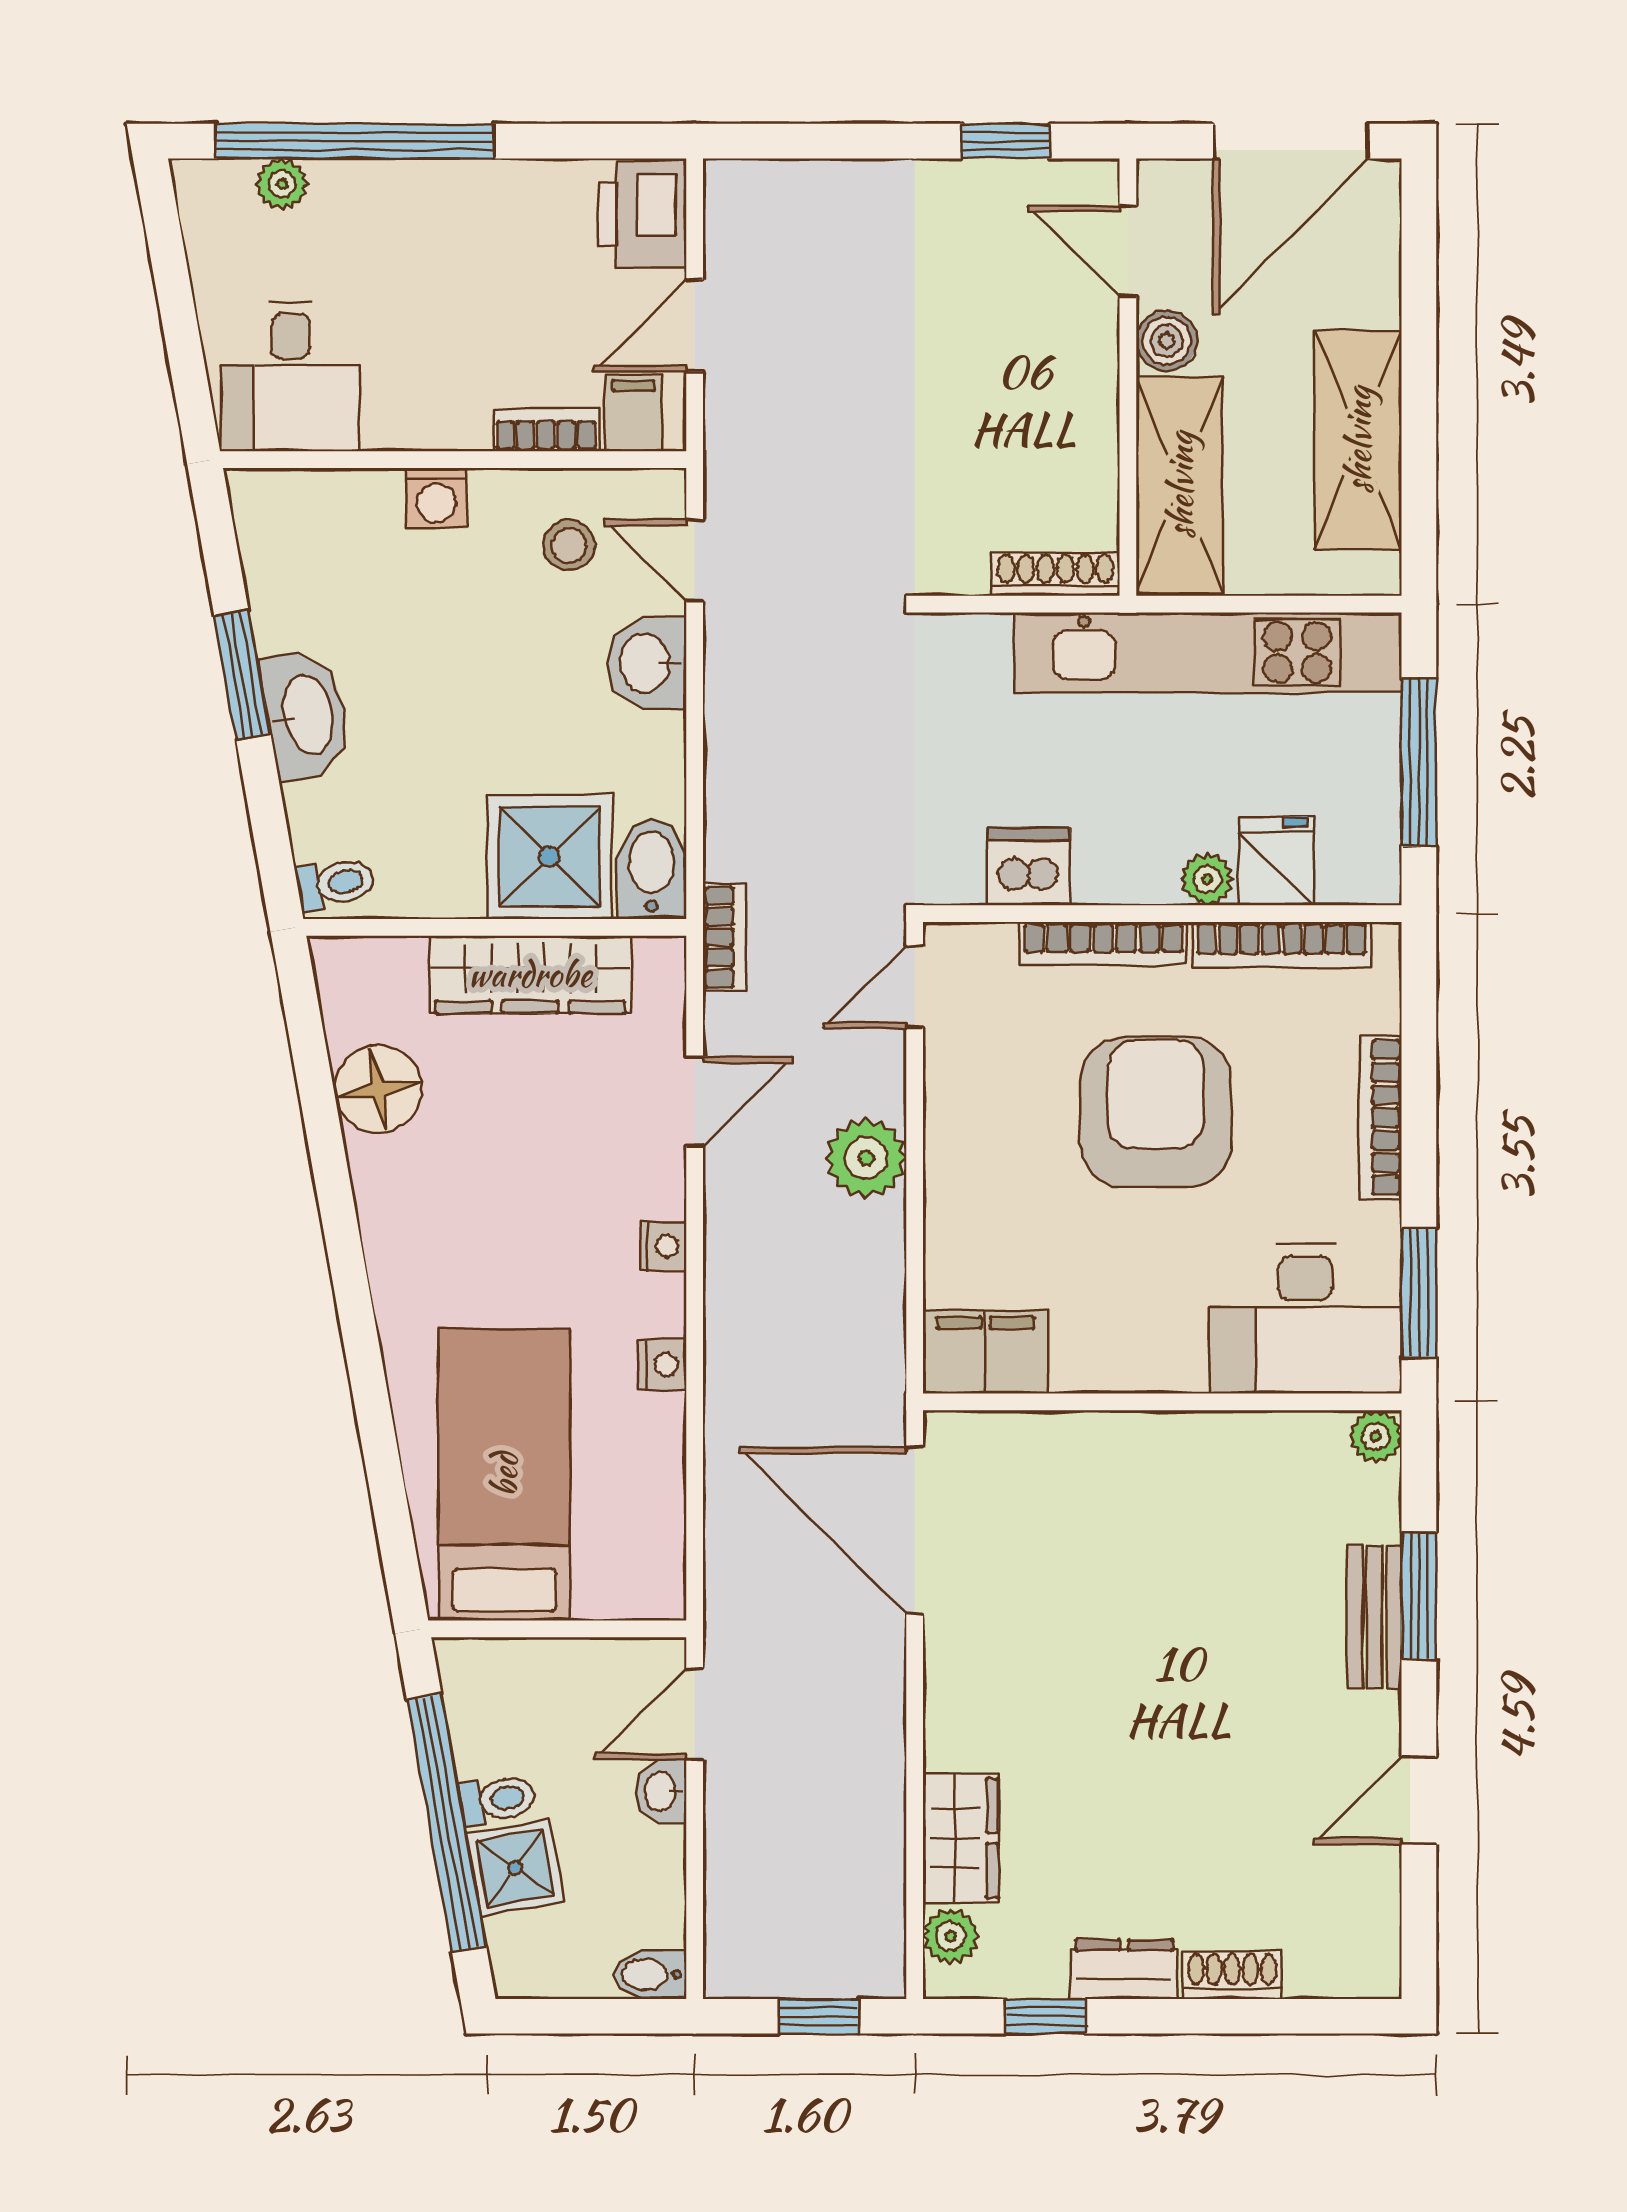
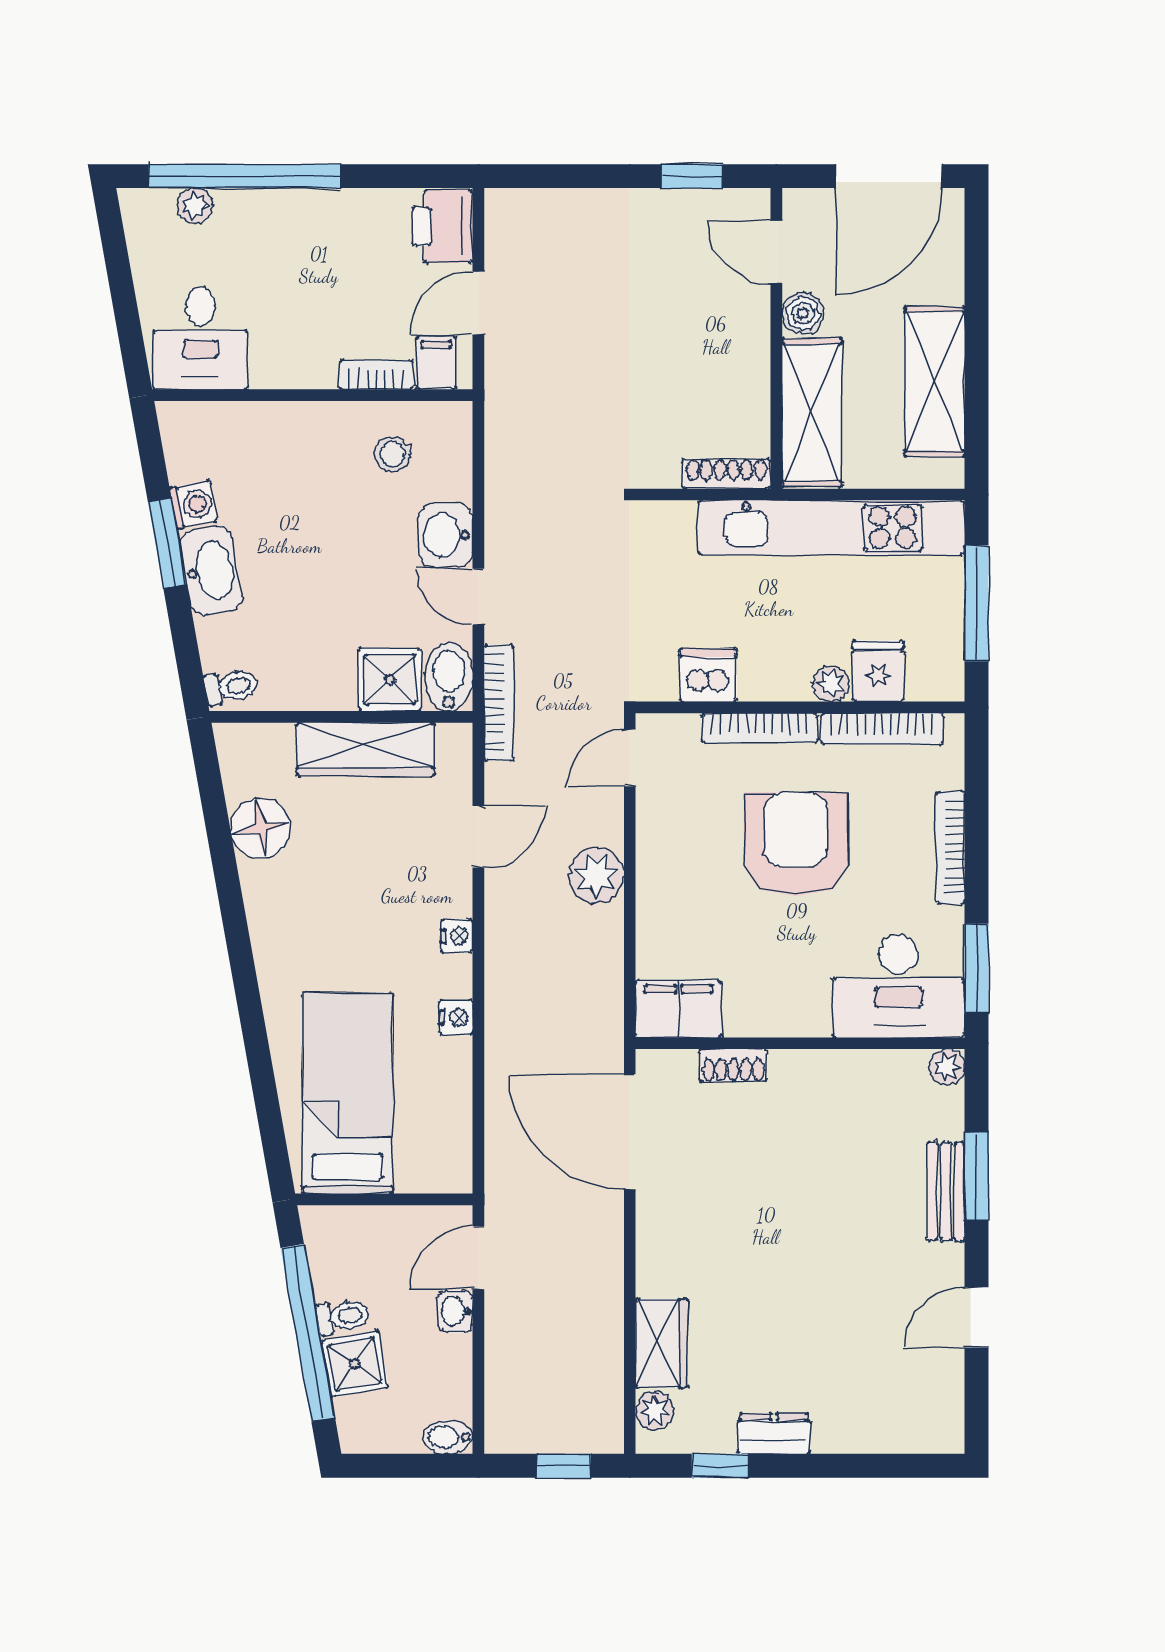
washing machine: (437, 498) -> (194, 505), moved, turned -100
door: (695, 561) -> (478, 597), moved
shower: (549, 857) -> (390, 680), width x0.73, depth x0.73
bookcase: (724, 937) -> (499, 703), width x1.56
shoe rack: (1232, 1975) -> (733, 1065), moved, turned 180

